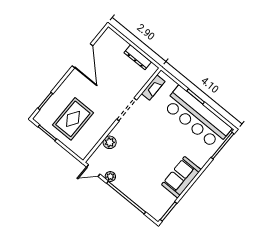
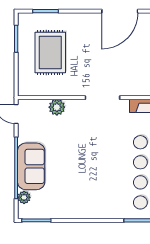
rug: (73, 119) -> (50, 53), turned 90
plant: (110, 176) -> (24, 197), moved
sofa: (181, 177) -> (31, 166), moved, turned 90

